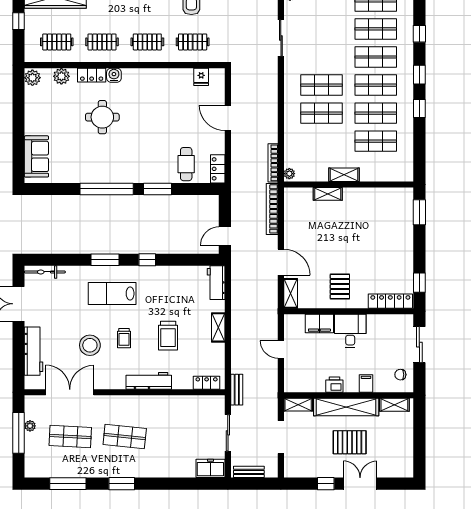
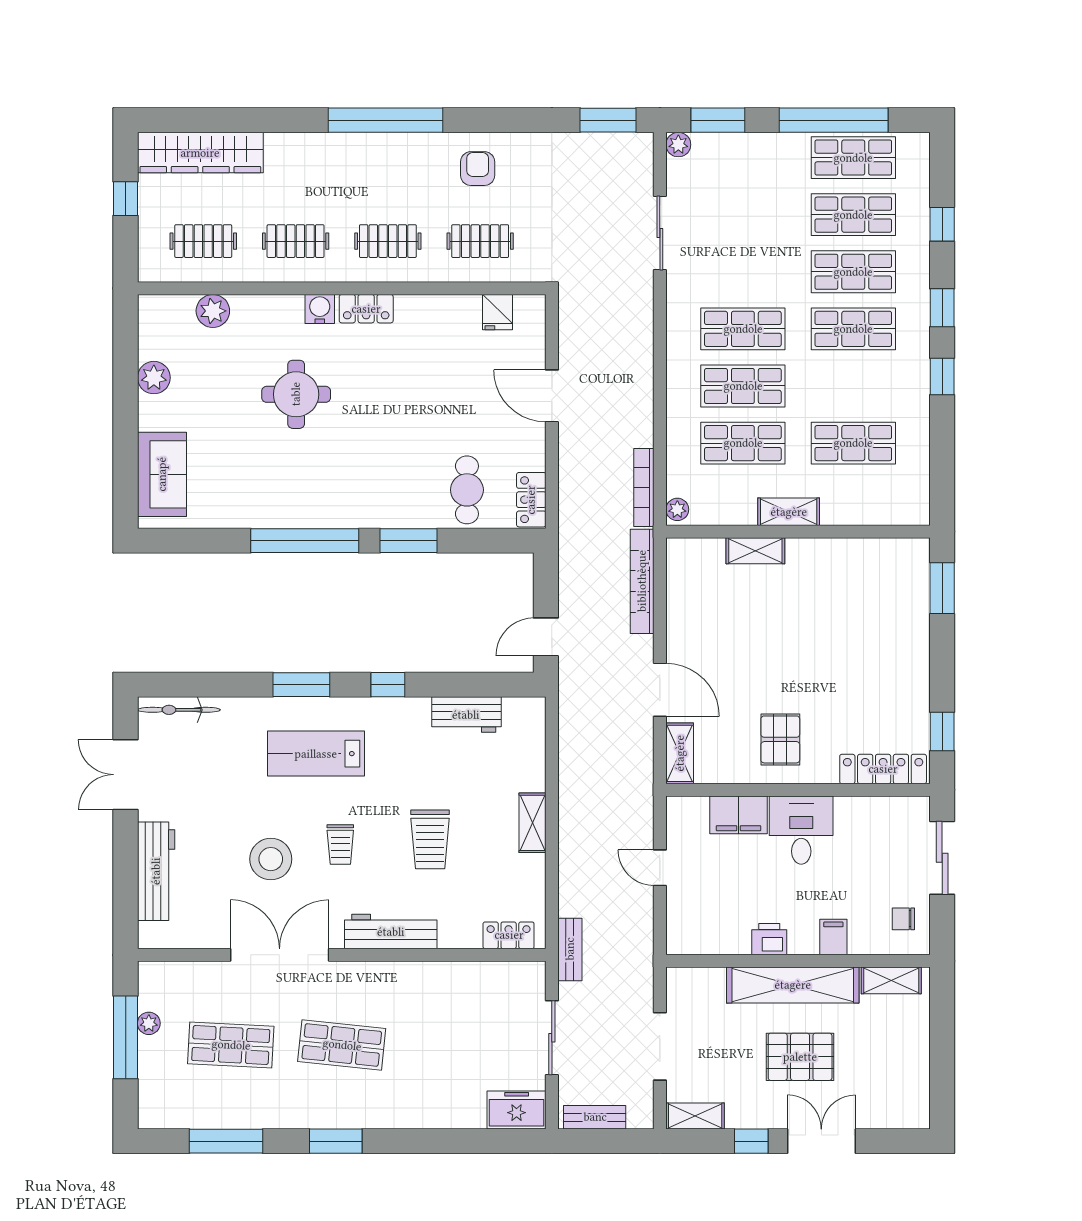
locker: (92, 75) -> (366, 309), moved
plant: (32, 78) -> (154, 378), moved
shop shelf: (376, 113) -> (743, 443), moved
workbench: (216, 283) -> (466, 715), moved, turned -90
double door: (70, 392) -> (280, 955), moved
shelving: (298, 405) -> (695, 1116), moved

